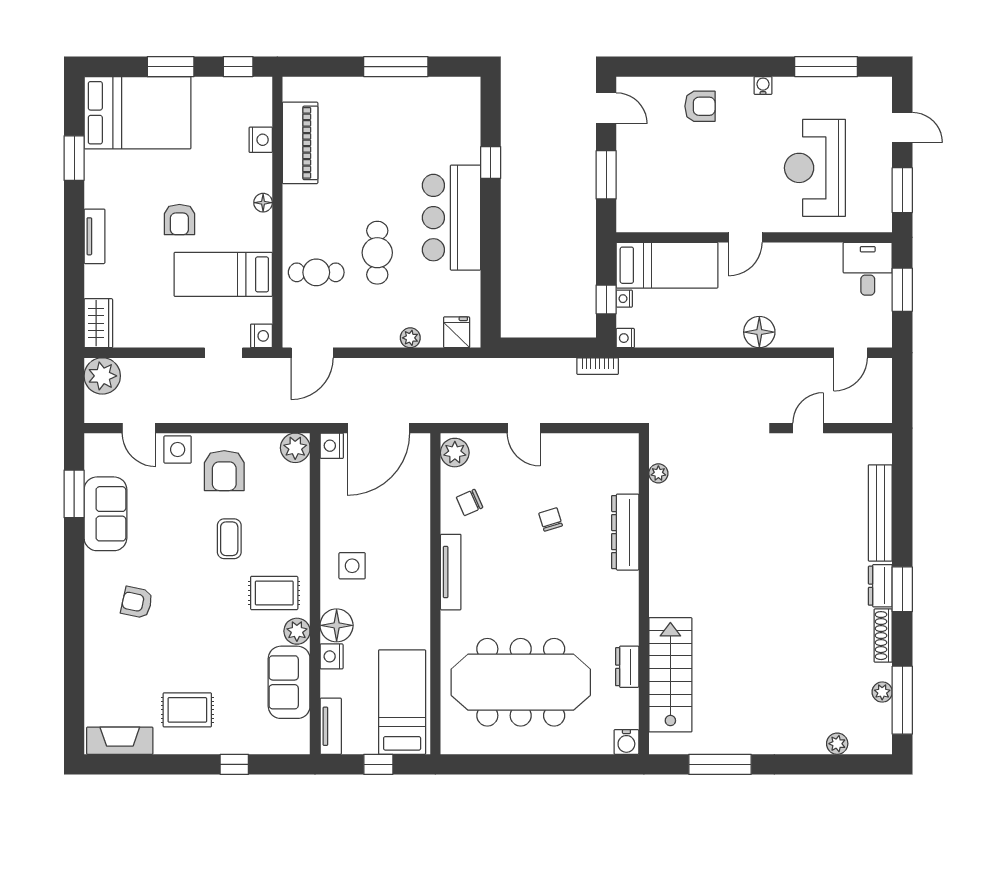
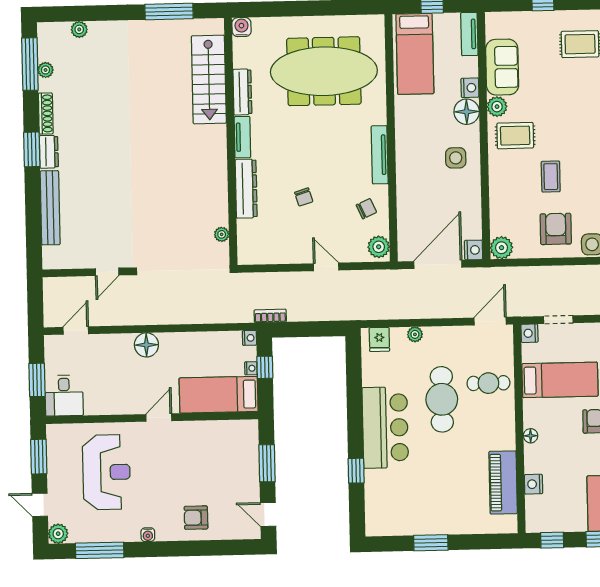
window: (396, 67) -> (431, 543), width x0.69
plant: (879, 90) -> (58, 534), added
cafe table: (377, 253) -> (442, 399), width x1.37, depth x1.35
tv unit: (628, 599) -> (242, 137), added
dresser: (627, 667) -> (242, 92), width x1.44

